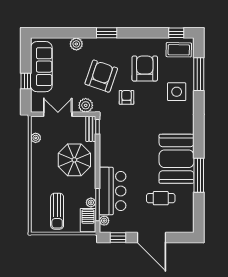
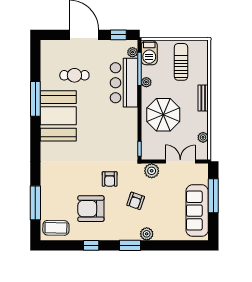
window: (176, 33) -> (91, 245), moved
plant: (76, 44) -> (147, 234), moved
armchair: (145, 69) -> (91, 209), turned 90
armchair: (101, 76) -> (136, 201), width x0.53, depth x0.53
window: (26, 81) -> (213, 196), width x2.17
side table: (177, 92) -> (58, 185), removed
double door: (58, 114) -> (180, 162), swing flipped
bench: (91, 129) -> (203, 98), moved
plant: (91, 202) -> (146, 82), moved

